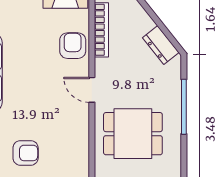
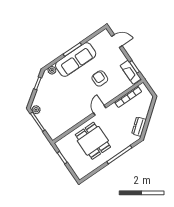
armchair: (73, 46) -> (100, 78), moved, turned -90
armchair: (26, 153) -> (53, 101), removed

